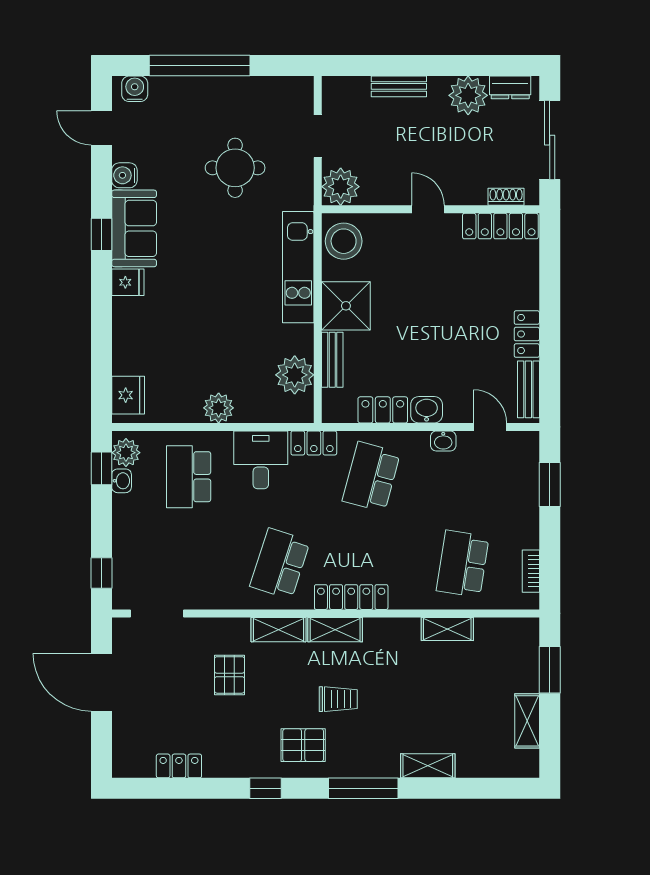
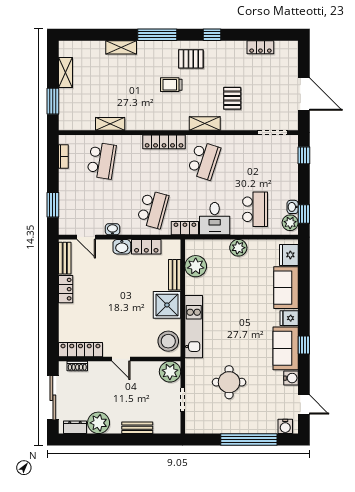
sofa: (133, 337) -> (286, 288), added
shelving: (335, 630) -> (173, 124), removed

